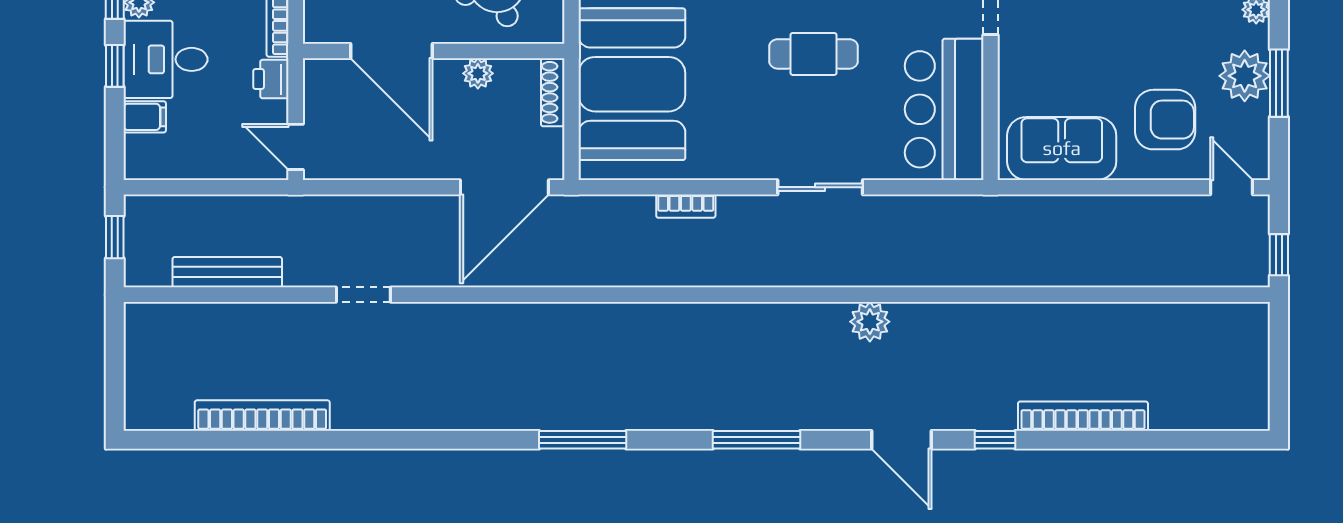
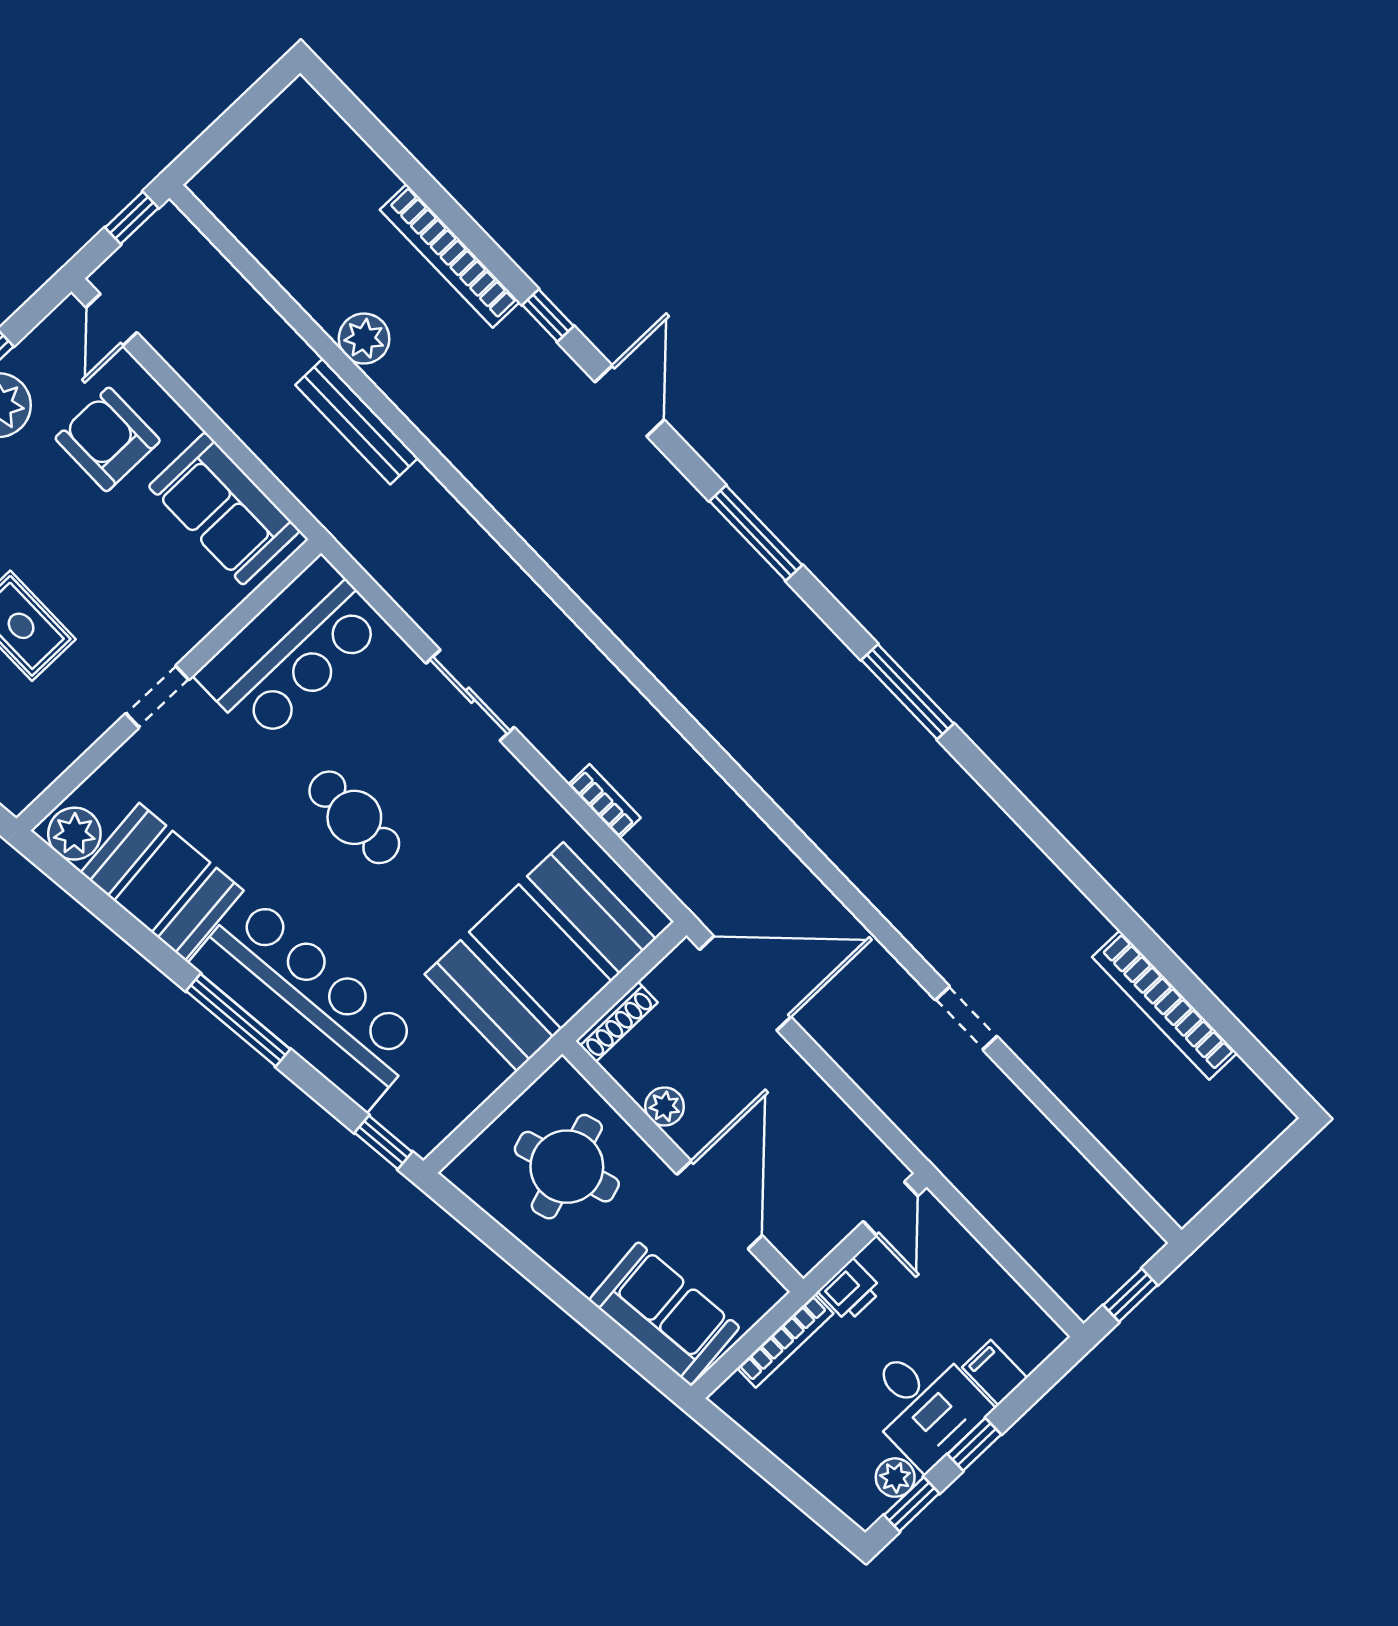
bench: (227, 272) -> (357, 421), moved
plant: (870, 322) -> (364, 339), moved

